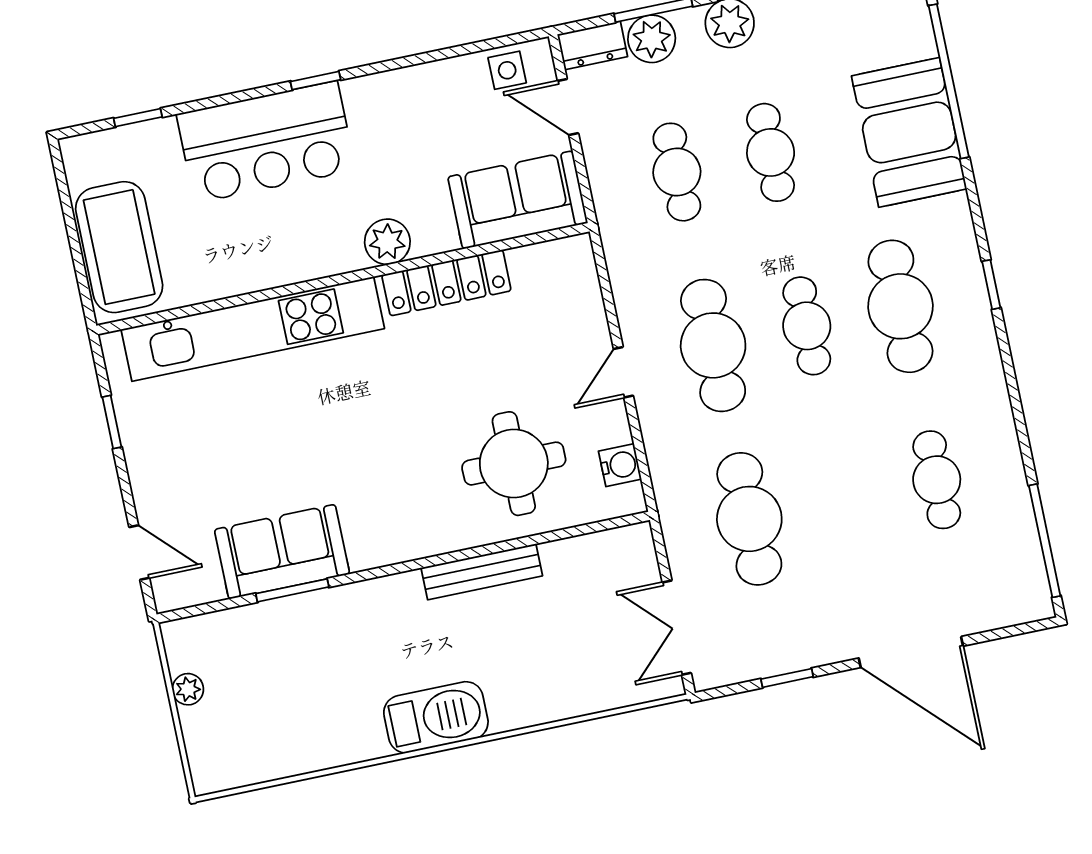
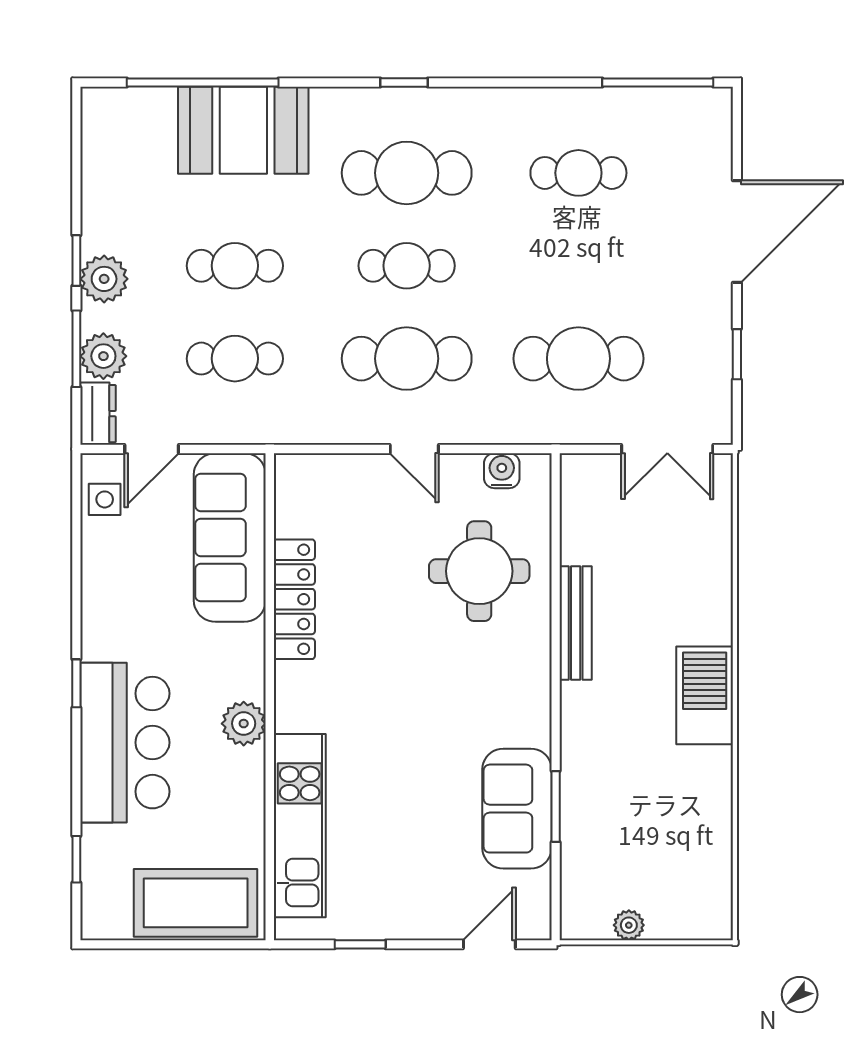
sofa: (518, 200) -> (230, 537), width x1.36
plant: (387, 242) -> (244, 724), moved
kitchen unit: (253, 329) -> (300, 826), width x0.73

